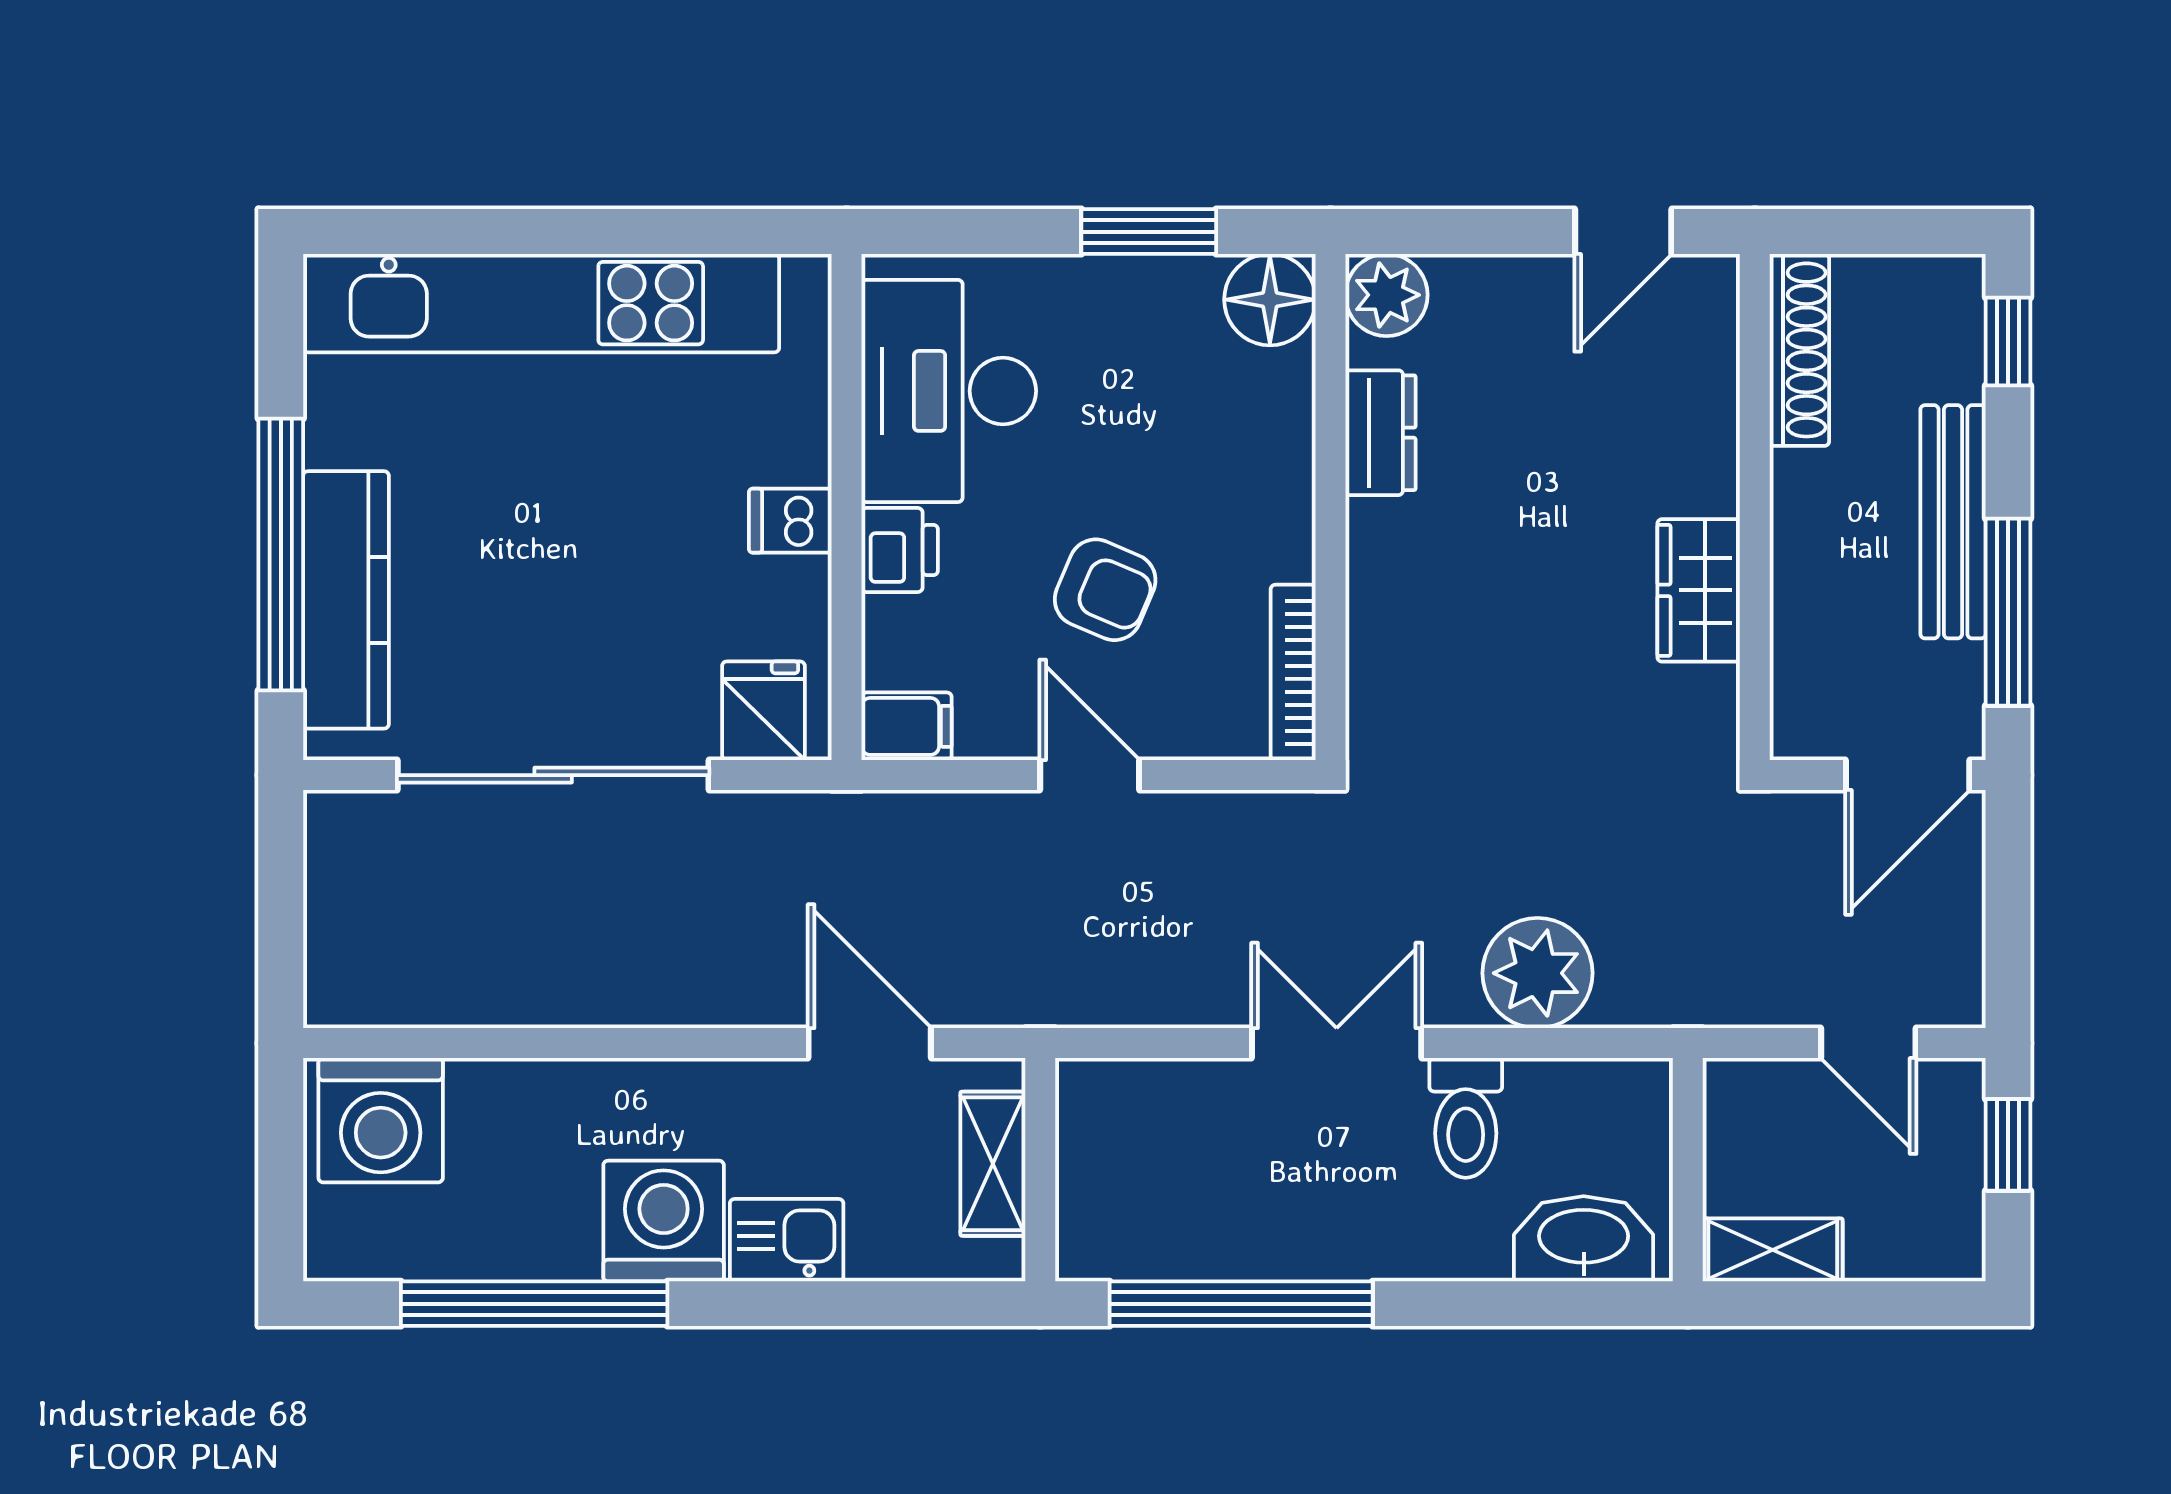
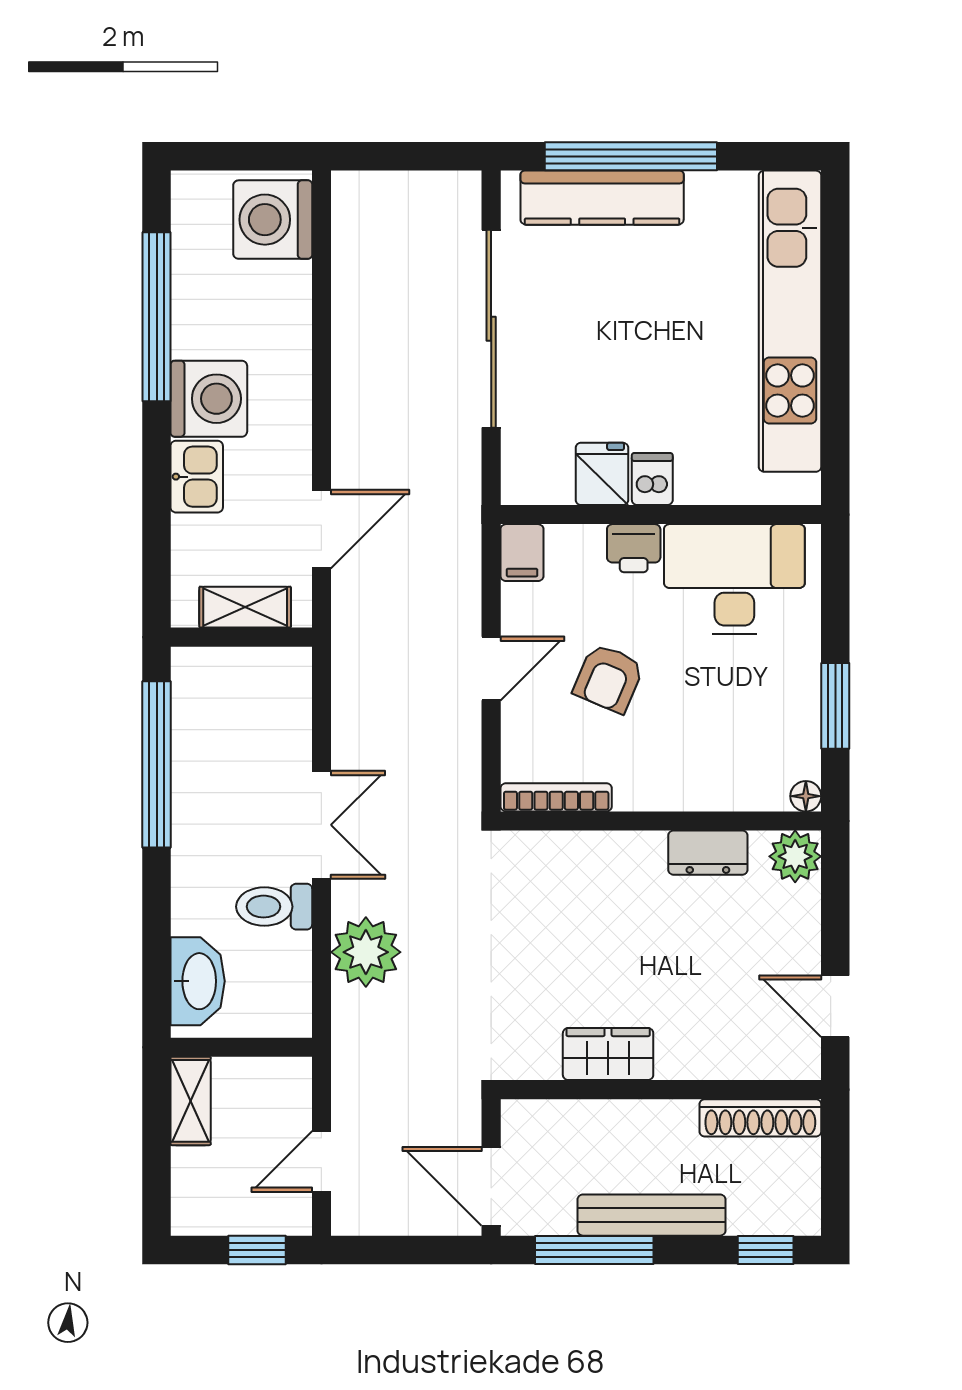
floor lamp: (1270, 300) -> (806, 796), width x0.53, depth x0.53
fridge: (763, 711) -> (602, 474), moved, turned -90

